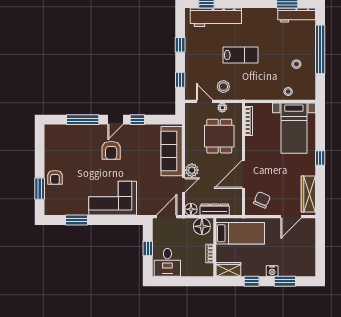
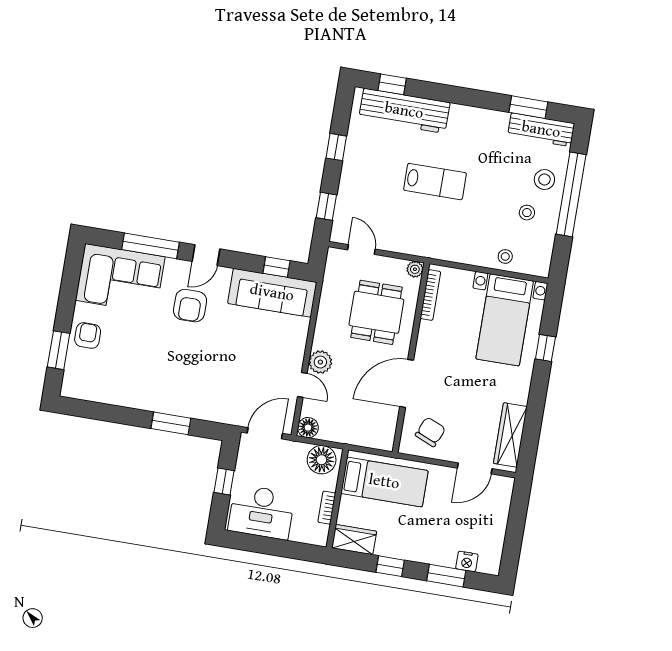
stool: (223, 87) -> (544, 180), moved
plant: (222, 108) -> (415, 269), moved
window: (137, 120) -> (277, 267), moved
sofa: (172, 151) -> (272, 293), moved, turned -90
window: (320, 158) -> (545, 348), moved
armchair: (55, 177) -> (88, 336), turned 180
door: (184, 185) -> (302, 385), hinge flipped
corner sofa: (113, 198) -> (120, 279), moved, turned 180
dresser: (215, 210) -> (348, 435), removed
window: (77, 220) -> (171, 423), moved
desk: (167, 262) -> (261, 512), width x1.37
nightstand: (272, 271) -> (467, 561), moved

